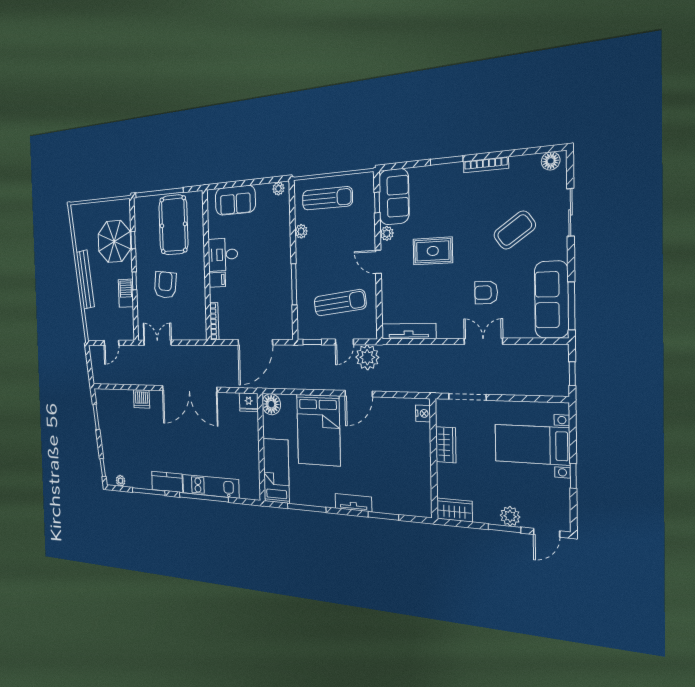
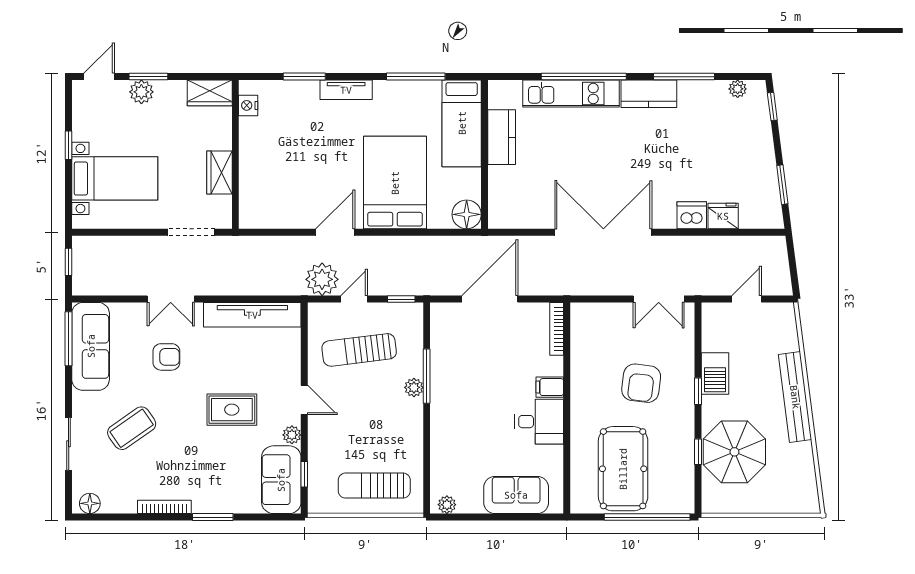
plant: (301, 231) -> (414, 387), moved
tv unit: (409, 331) -> (252, 315), width x1.36, depth x1.29
fridge: (249, 402) -> (723, 216), moved
nightstand: (423, 413) -> (248, 105), moved
kitchen counter: (251, 459) -> (502, 137), added

